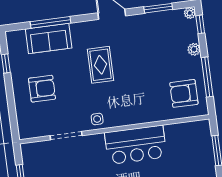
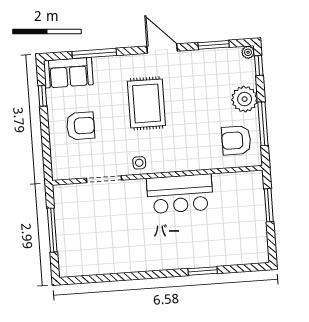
sofa: (49, 38) -> (68, 73), moved
plant: (194, 49) -> (245, 99), width x1.87, depth x1.87
rug: (101, 65) -> (146, 103), width x1.36, depth x1.43

